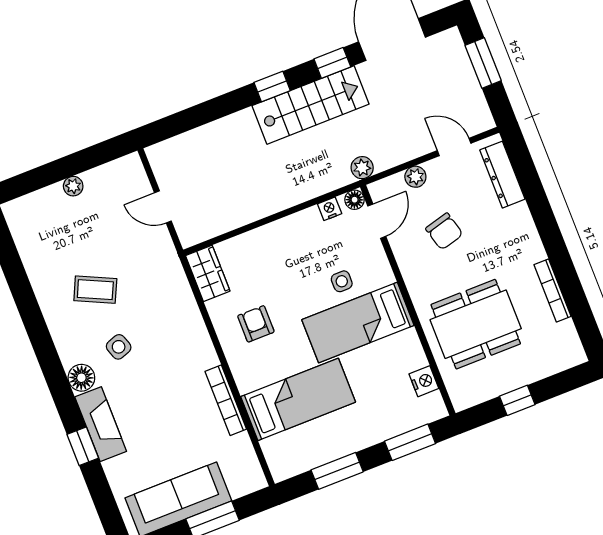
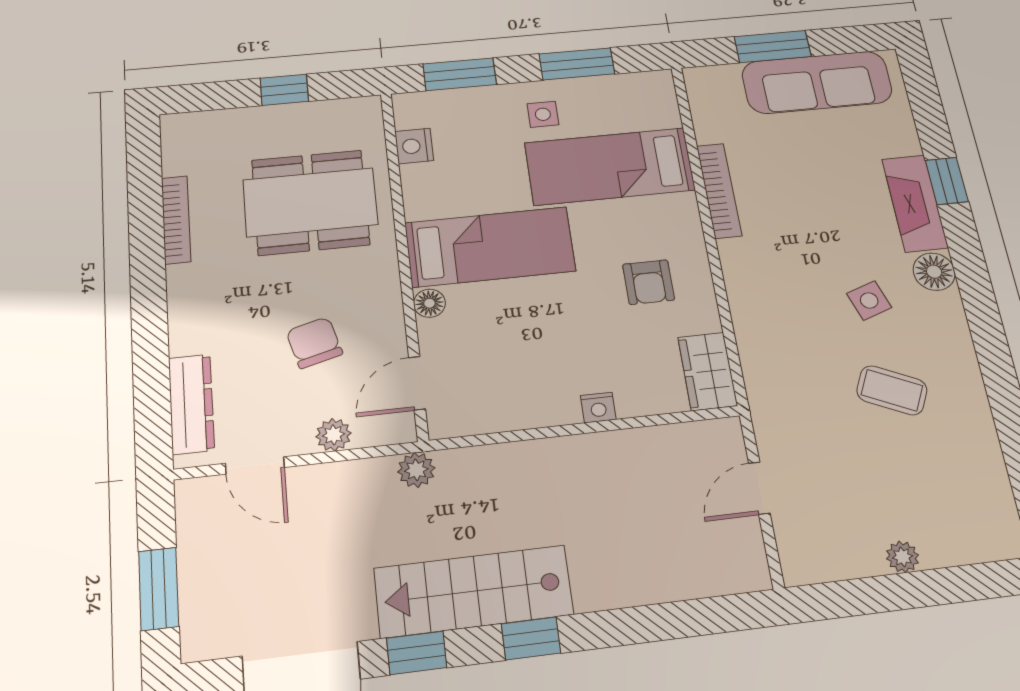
floor lamp: (355, 200) -> (429, 303), moved
door: (163, 207) -> (759, 488), swing flipped
nightstand: (330, 209) -> (598, 408), moved
side table: (342, 281) -> (543, 114), moved

